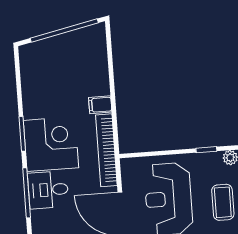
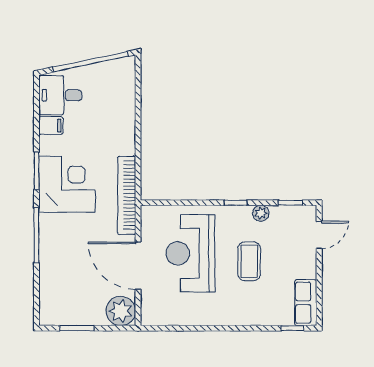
filing cabinet: (100, 105) -> (51, 126), moved, turned 180
desk: (48, 190) -> (60, 95), moved

